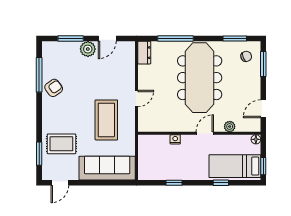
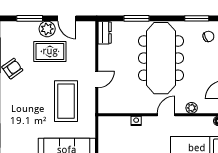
door: (107, 39) -> (67, 18), hinge flipped
window: (176, 39) -> (137, 18), width x0.69
rug: (61, 144) -> (50, 51), moved

